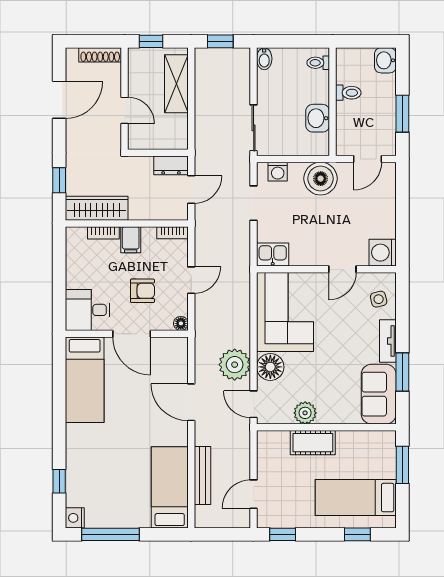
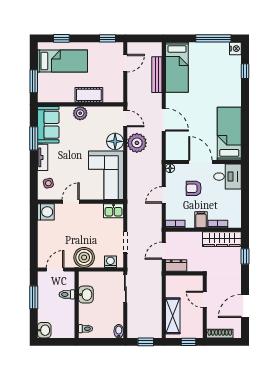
toilet: (348, 93) -> (67, 294), moved
plant: (305, 413) -> (80, 113), moved

